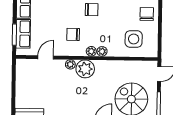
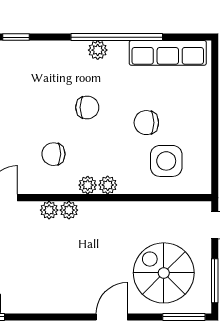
chair: (147, 14) -> (146, 123), moved, turned -90
plant: (85, 69) -> (69, 210), width x0.53, depth x0.53

